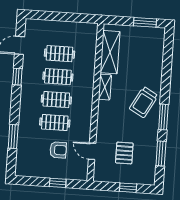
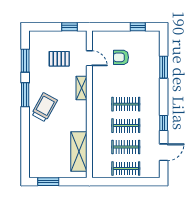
shelving: (105, 87) -> (81, 88), moved
clothes rail: (55, 123) -> (126, 168), moved
pallet: (124, 153) -> (59, 59), turned 90
window: (58, 183) -> (138, 27), moved
window: (128, 188) -> (70, 27), moved

